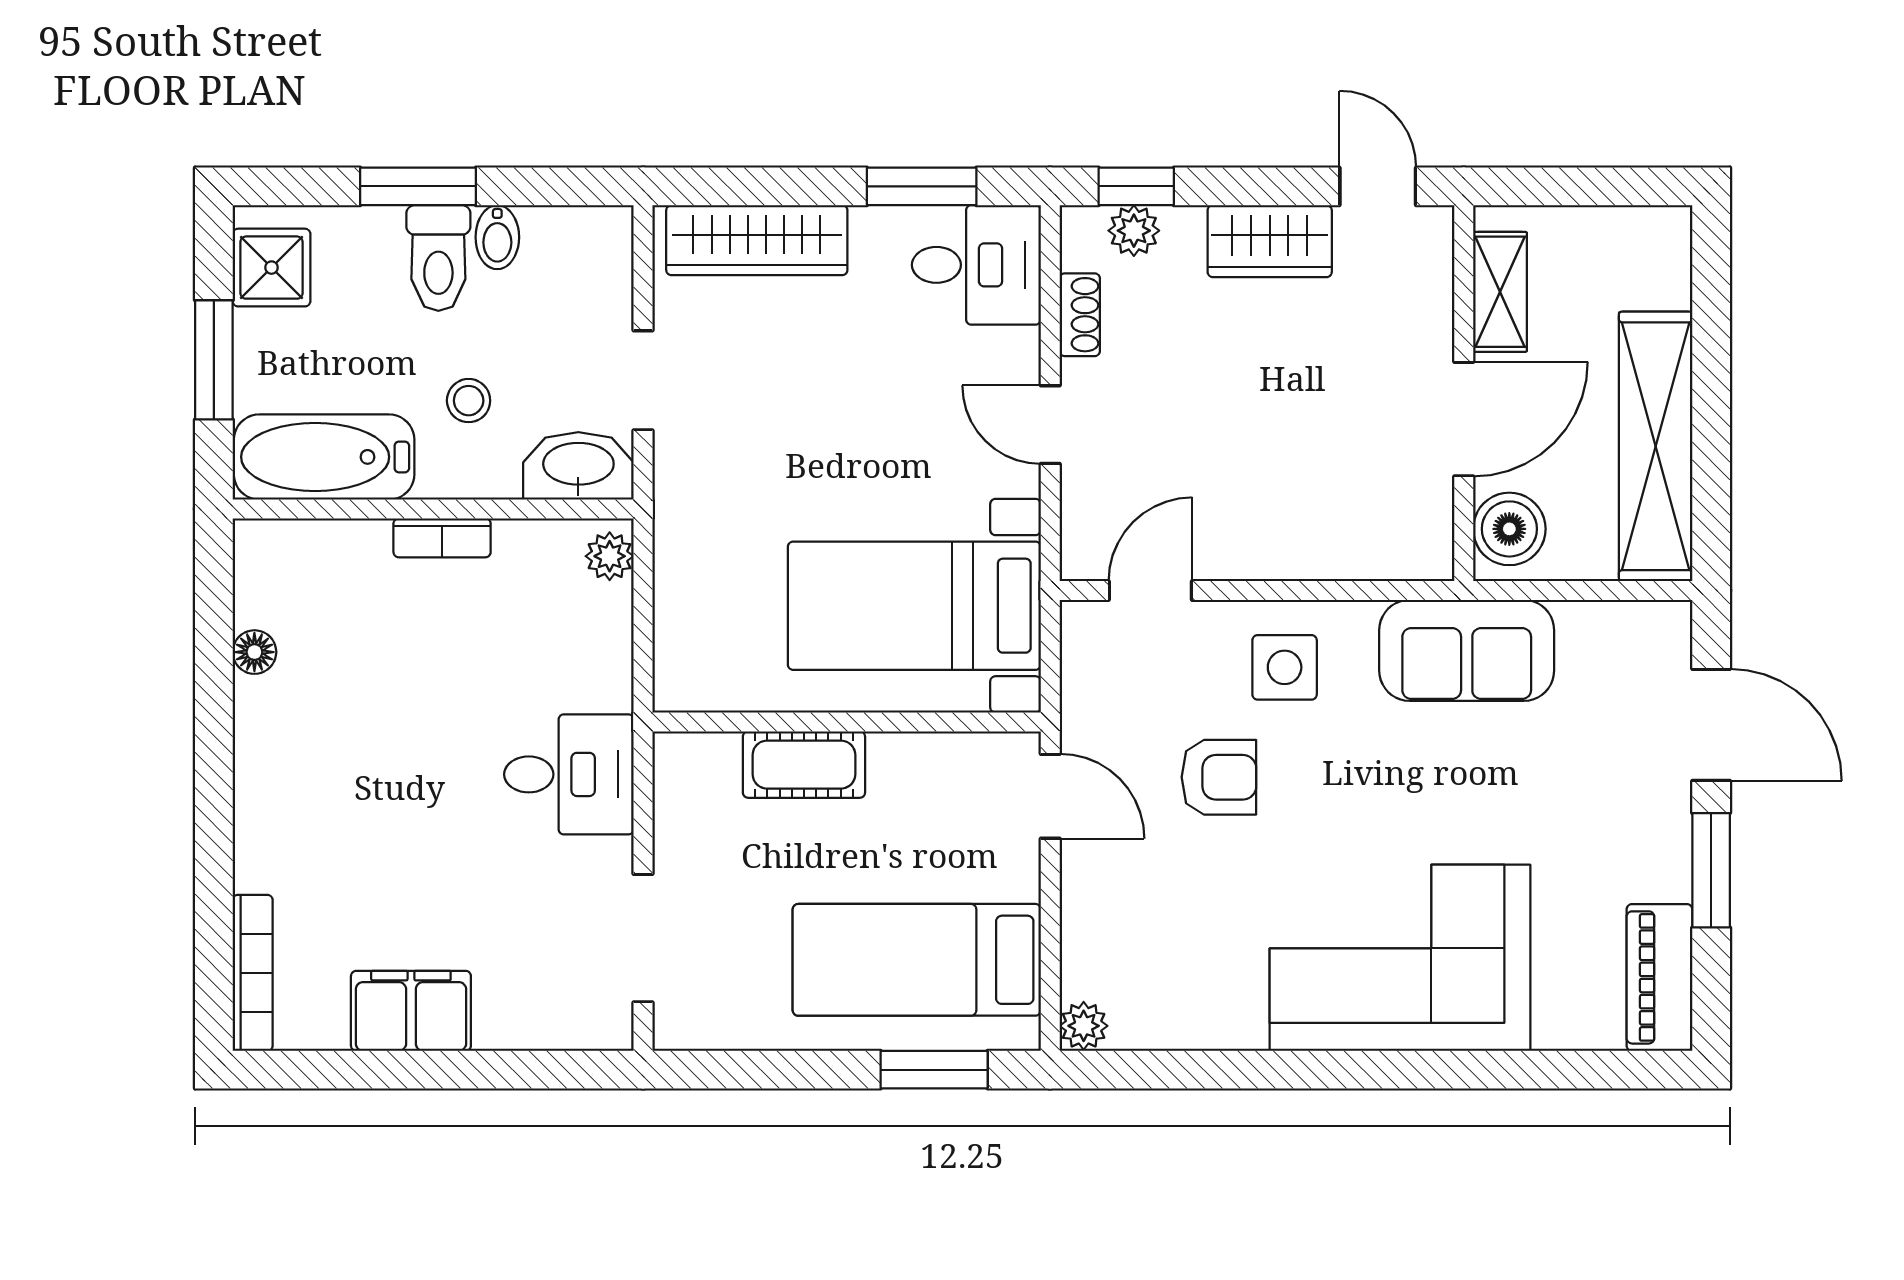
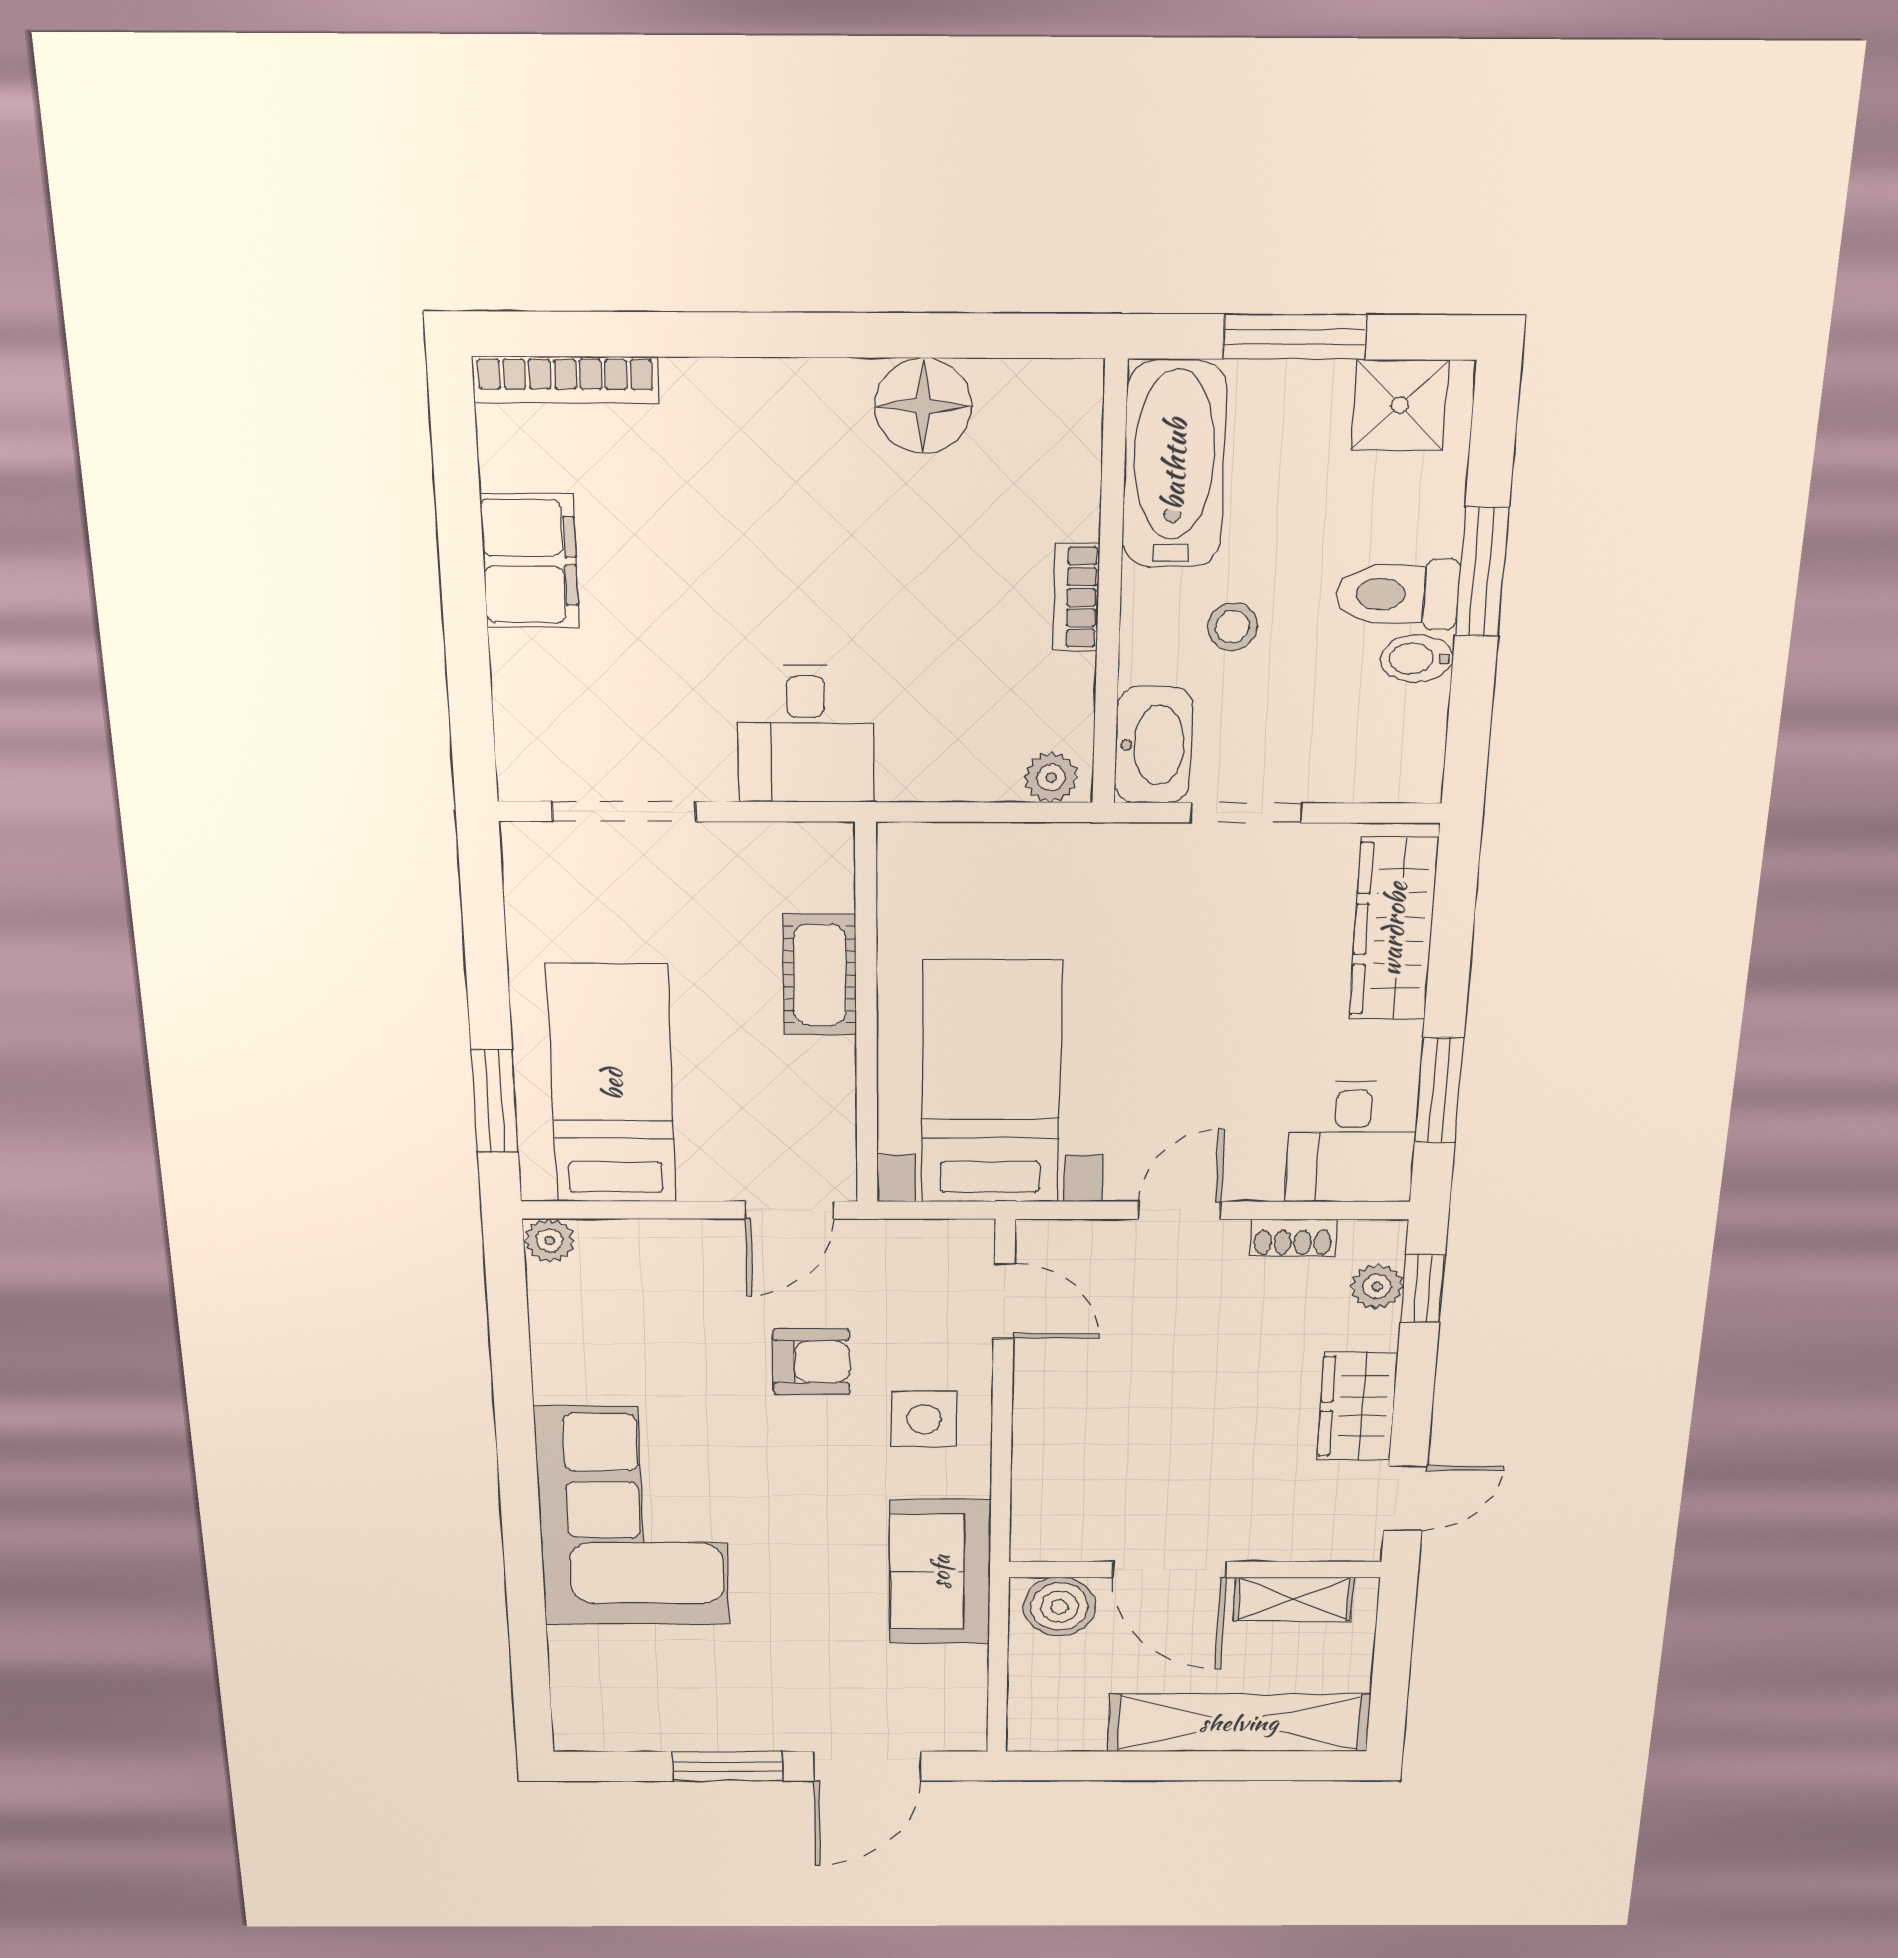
shelving: (1656, 446) -> (1239, 1723), moved
floor lamp: (254, 652) -> (923, 406), width x1.89, depth x1.89
armchair: (1219, 777) -> (811, 1362), turned -90
piano: (1659, 977) -> (623, 1726), removed

